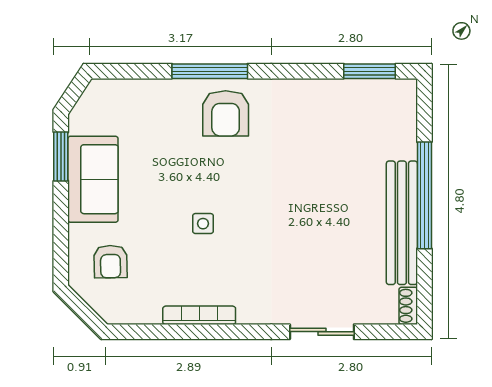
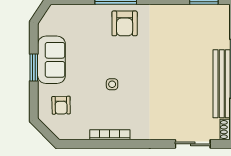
window: (61, 156) -> (34, 68), moved
sliding door: (322, 332) -> (193, 144), moved

